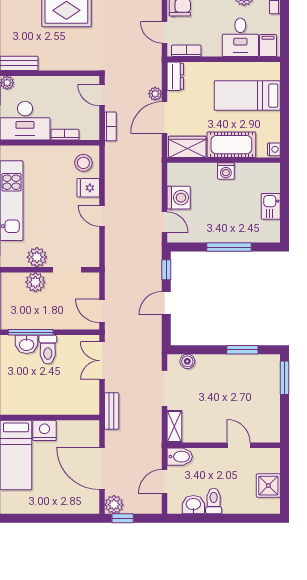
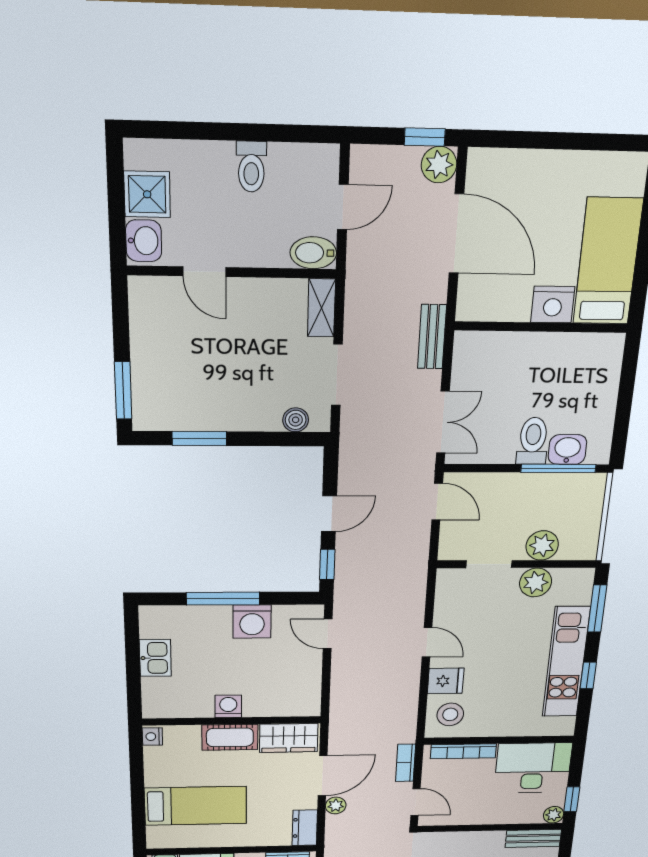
bookcase: (65, 135) -> (463, 751), width x1.56
cot: (231, 145) -> (230, 737), width x0.73, depth x0.75
washing machine: (179, 198) -> (252, 622), moved, turned -90
washbasin: (193, 505) -> (144, 241), moved, turned -90

